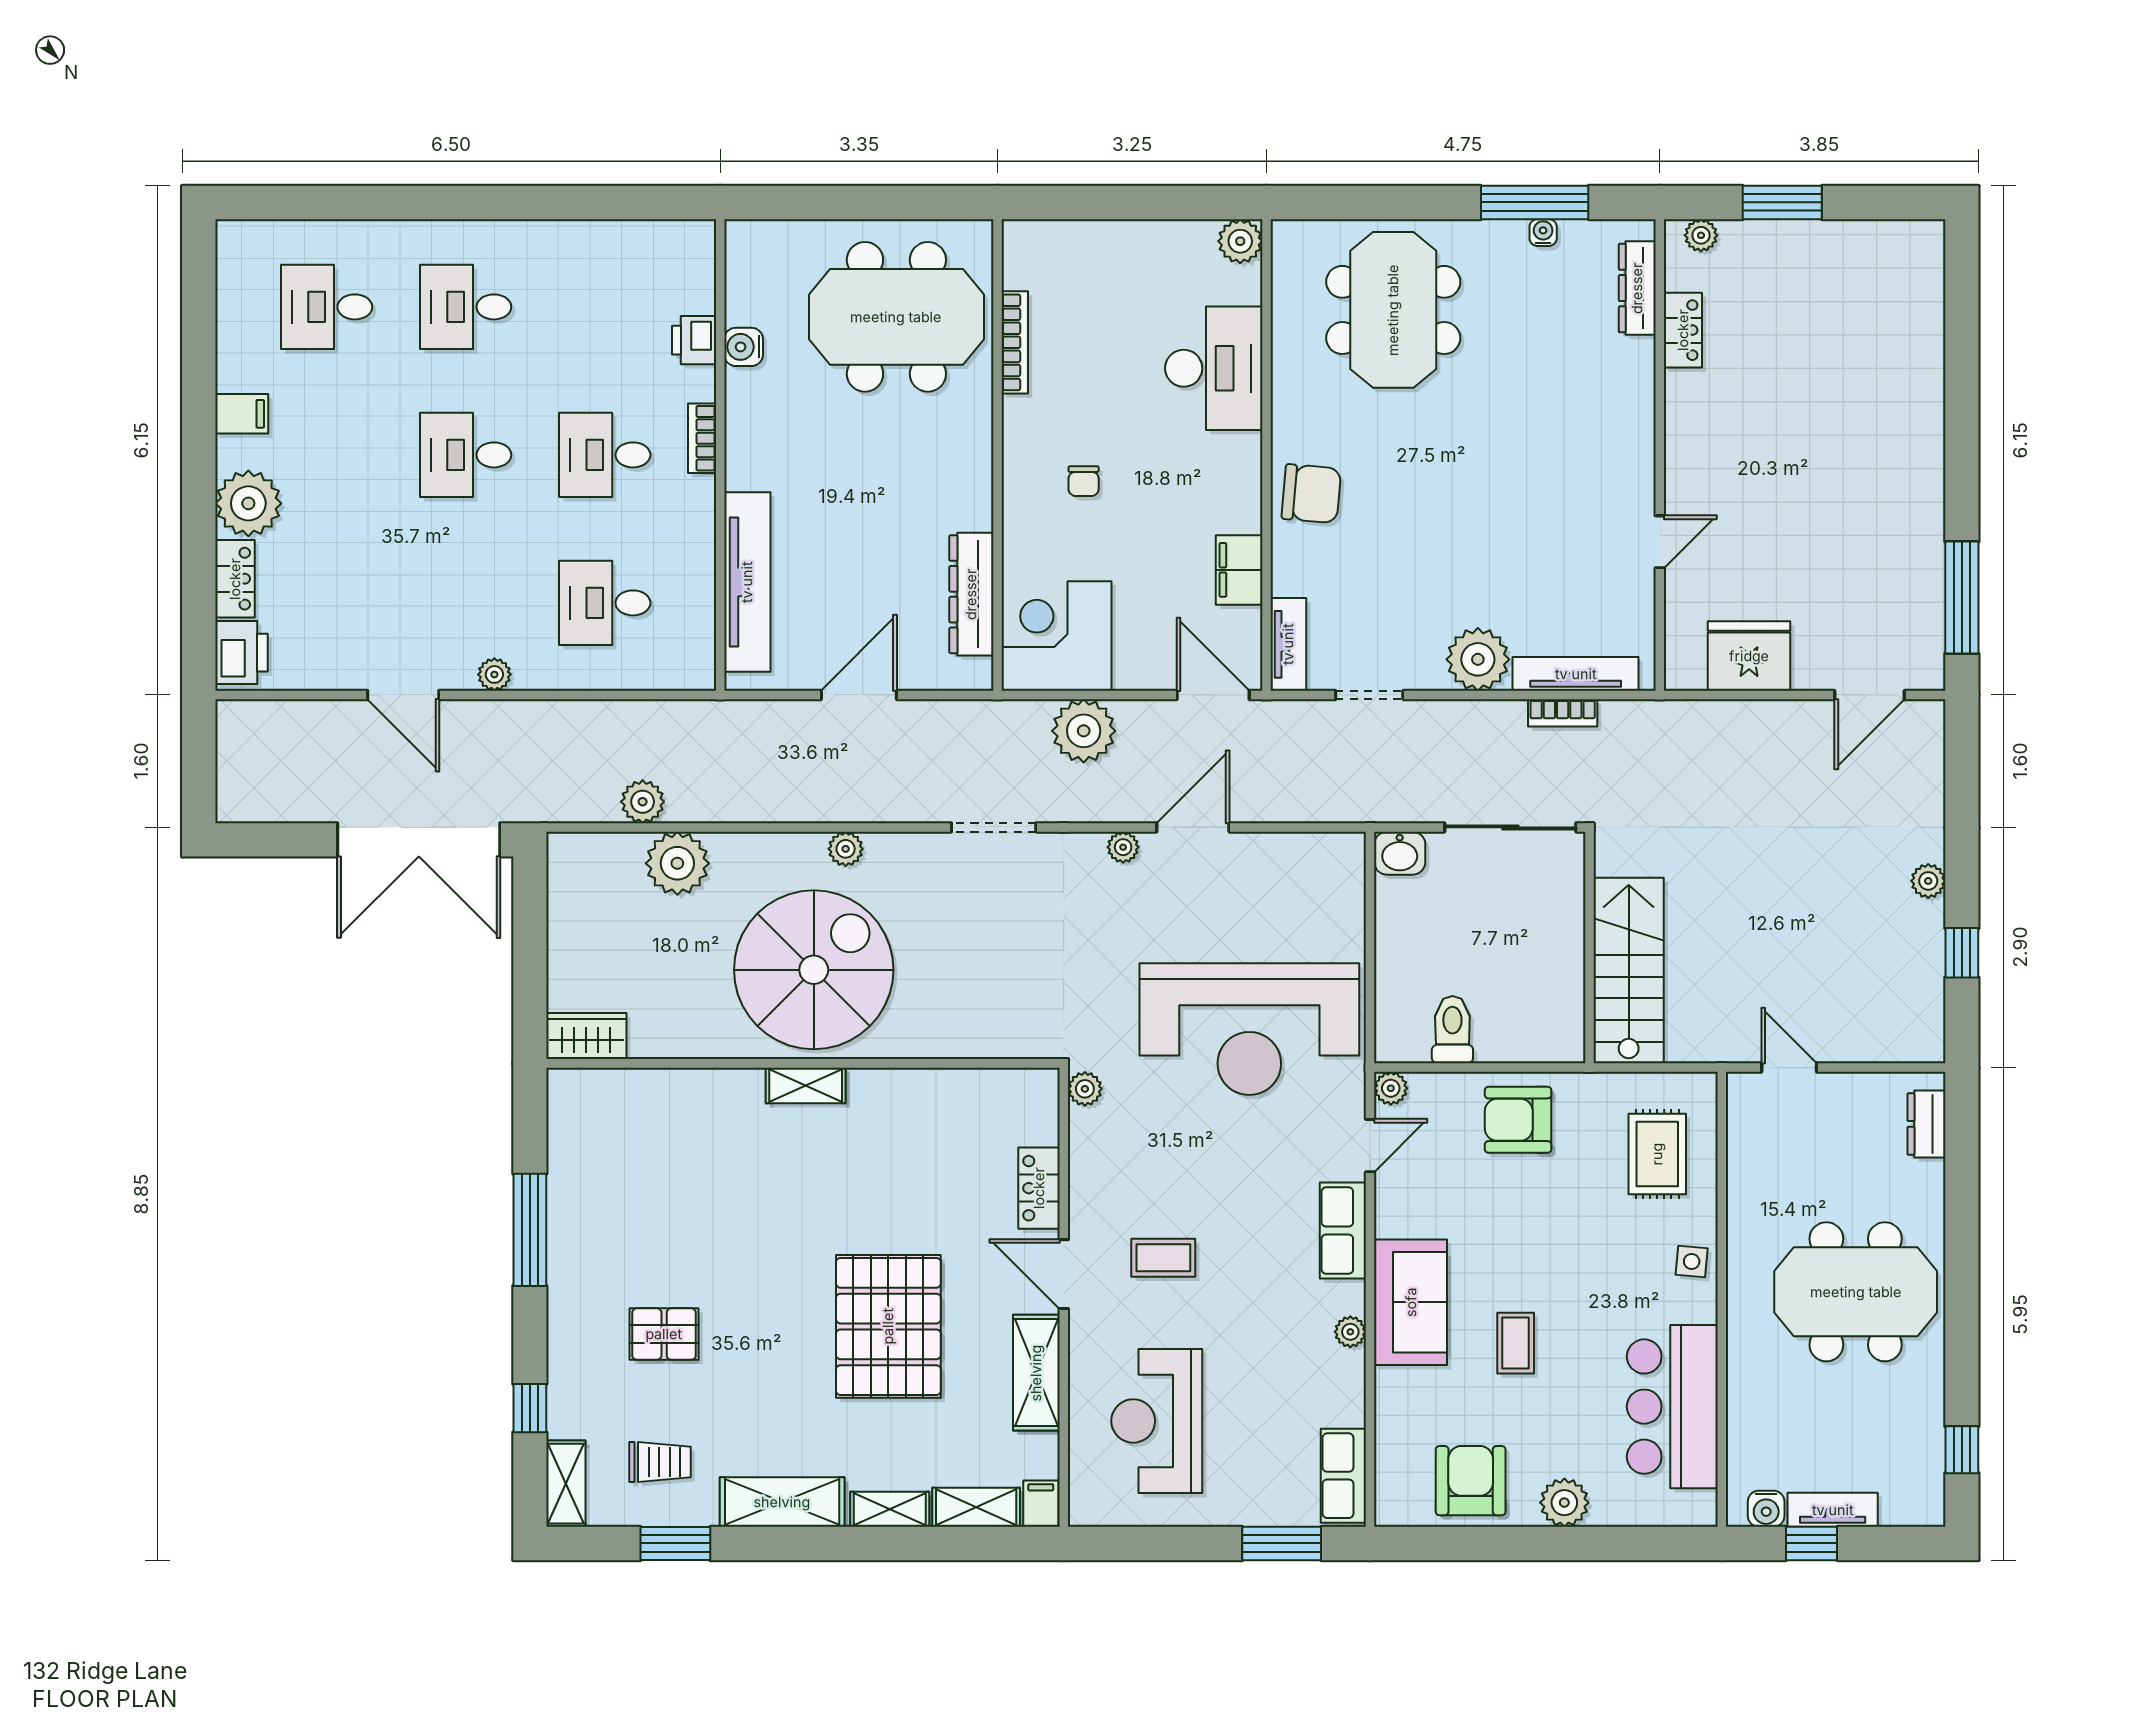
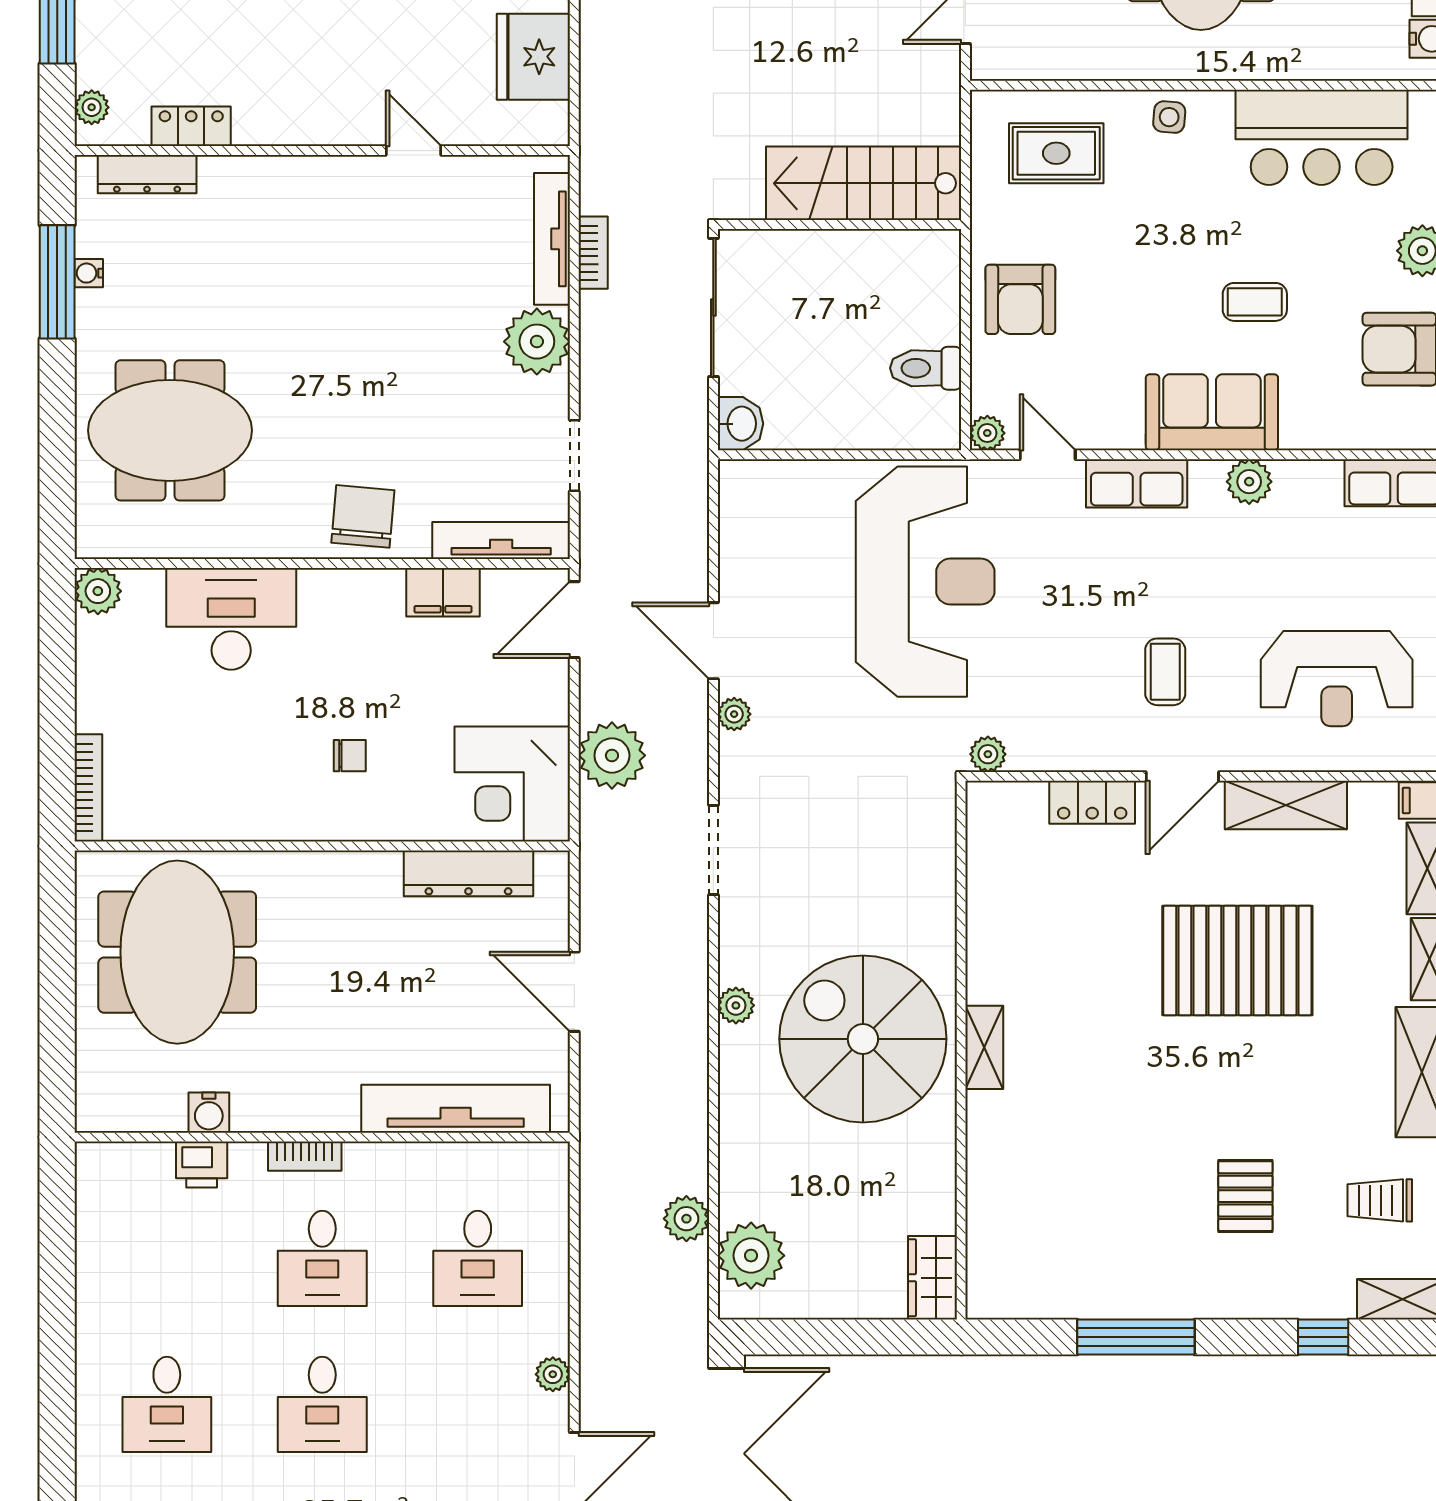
bookcase: (1015, 342) -> (88, 788), moved, turned 90
tv unit: (1288, 644) -> (501, 540), width x1.41
plant: (677, 863) -> (751, 1256), moved
plant: (1350, 1332) -> (1249, 482), width x1.38, depth x1.38
trolley: (660, 1462) -> (1380, 1200), turned -90

